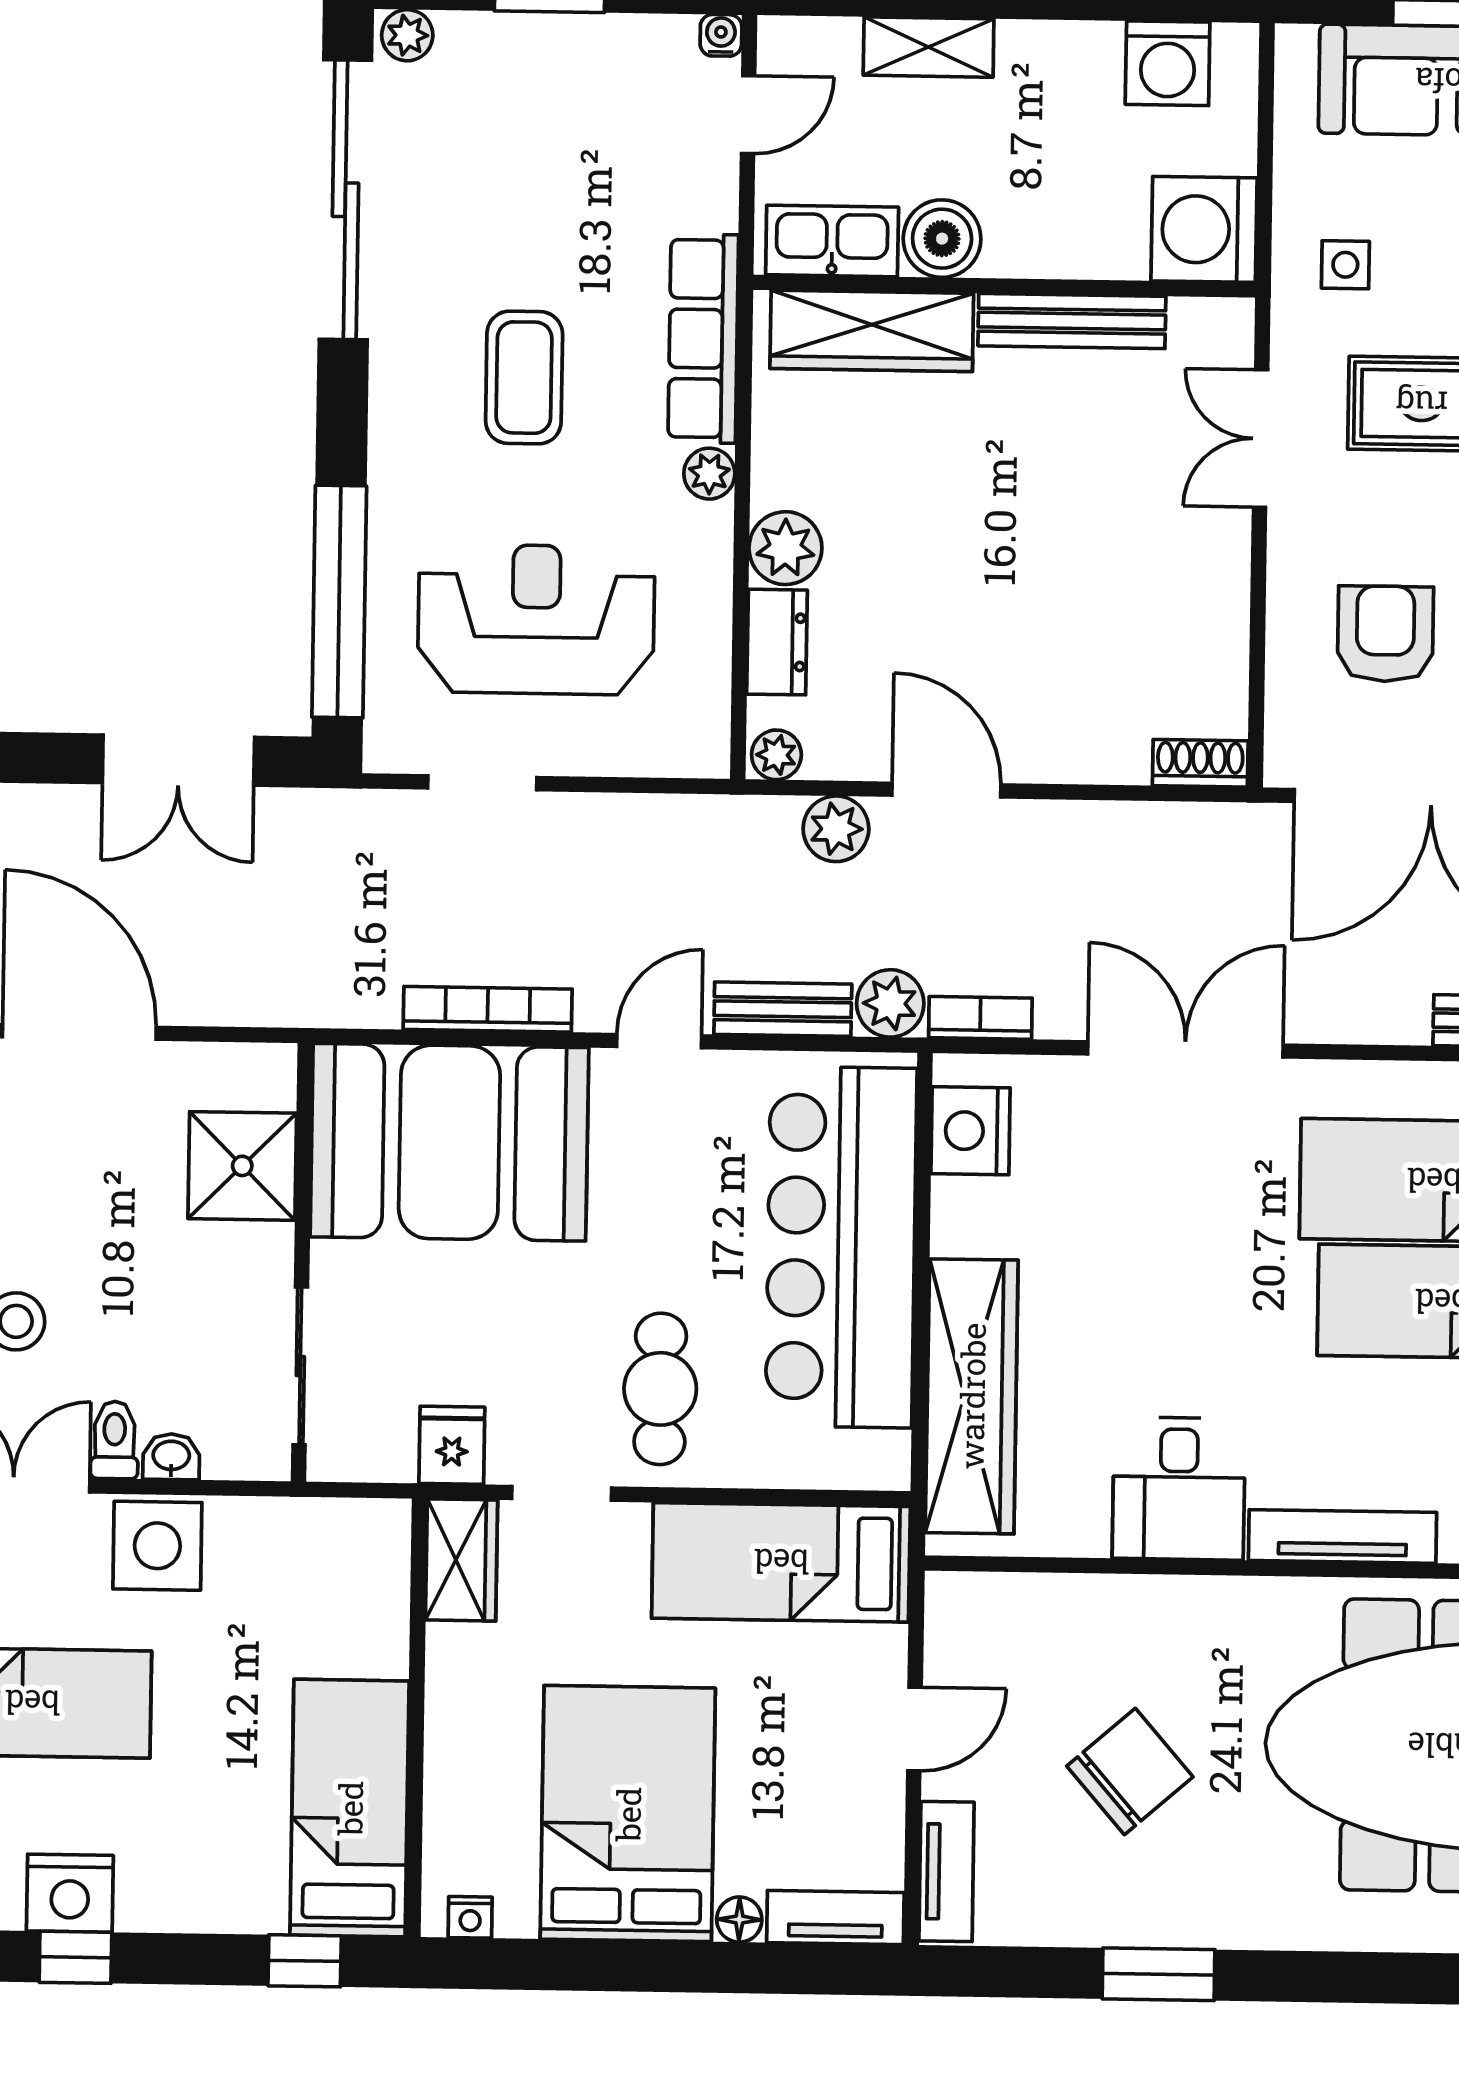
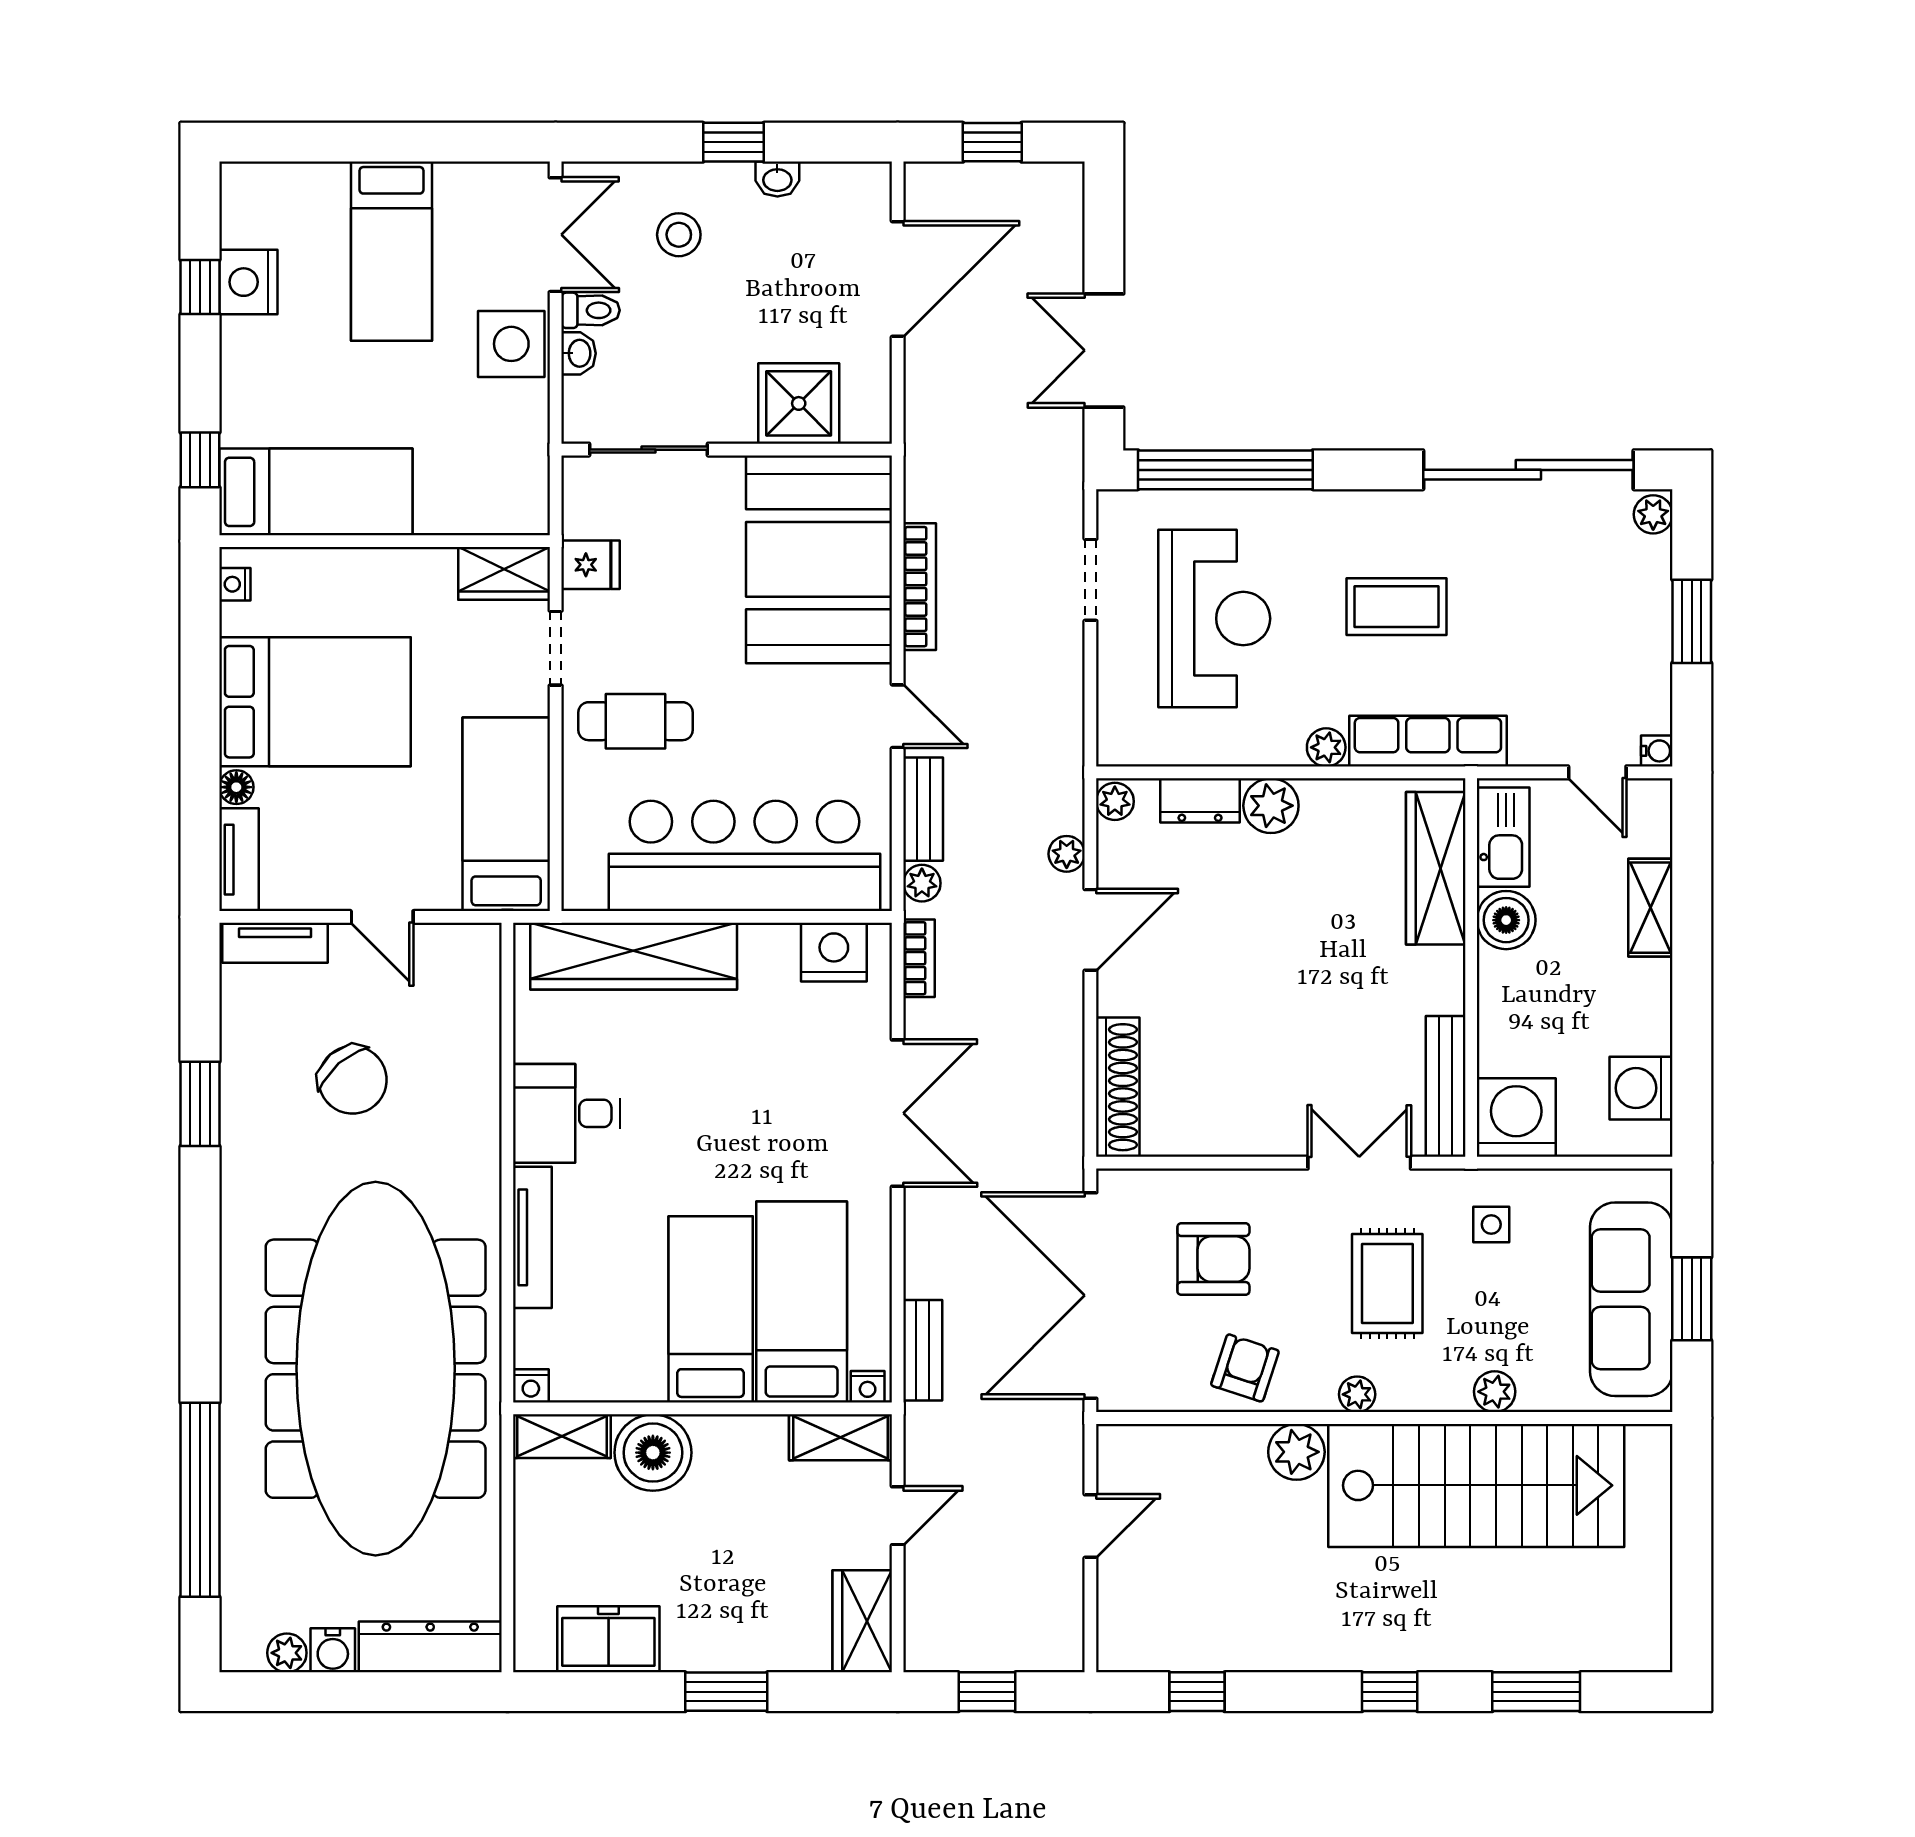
bench: (1072, 321) -> (1446, 1086), moved
shoe rack: (1200, 763) -> (1118, 1087), width x1.94, depth x1.24
plant: (836, 829) -> (1067, 854), width x0.73, depth x0.73
plant: (890, 1003) -> (922, 883), width x0.73, depth x0.73

